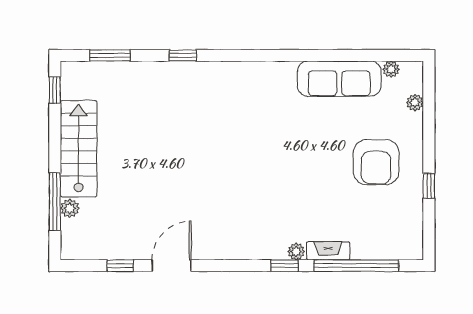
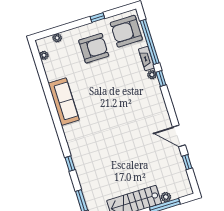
sofa: (339, 79) -> (64, 102), moved
armchair: (388, 230) -> (126, 31), added

